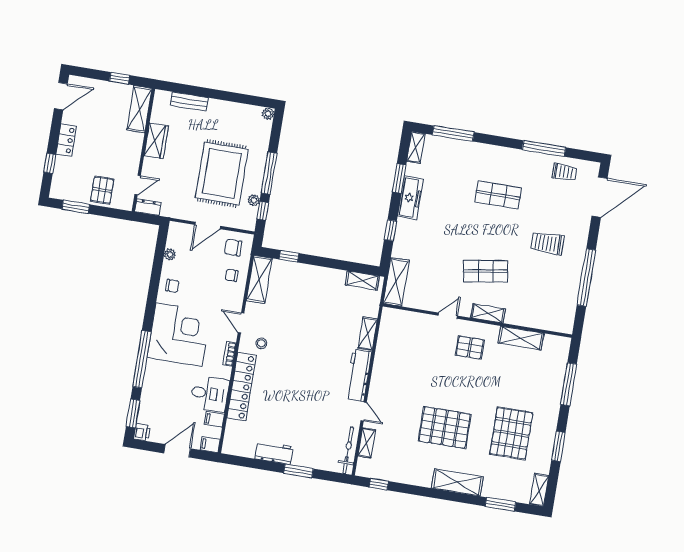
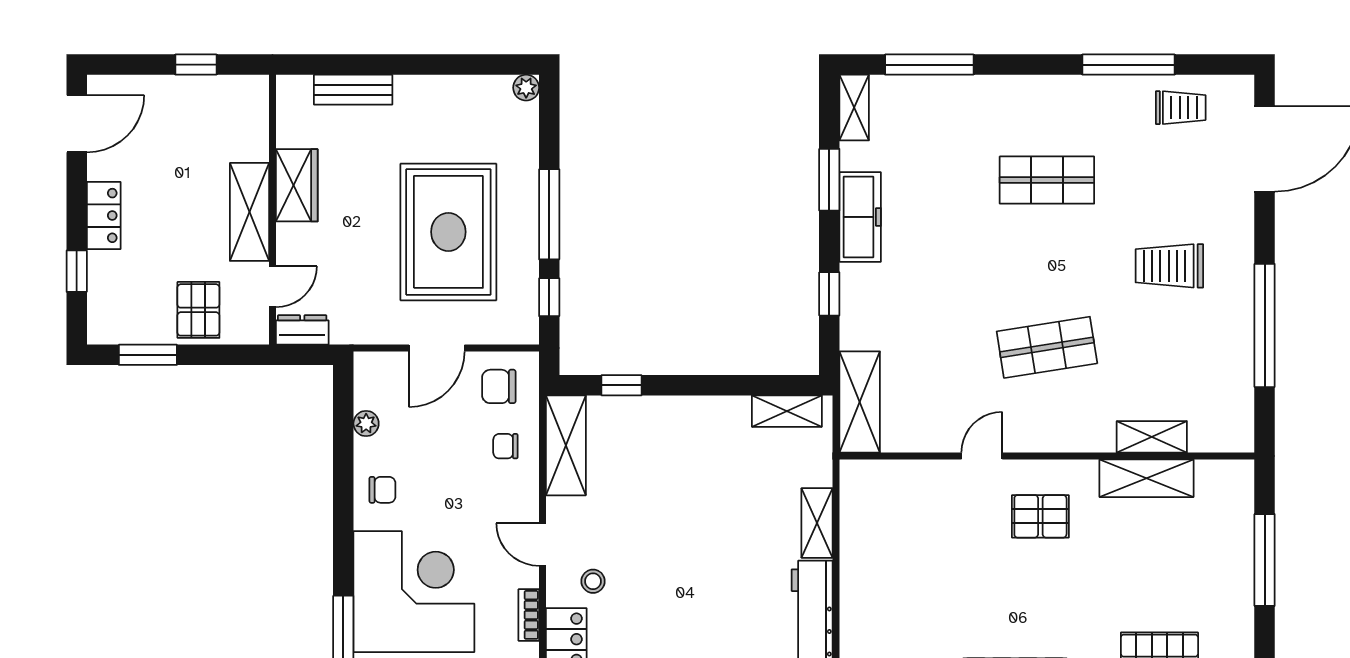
shelving: (139, 109) -> (249, 212), moved
plant: (254, 200) -> (526, 278), removed
shelving: (488, 313) -> (1152, 437), moved

